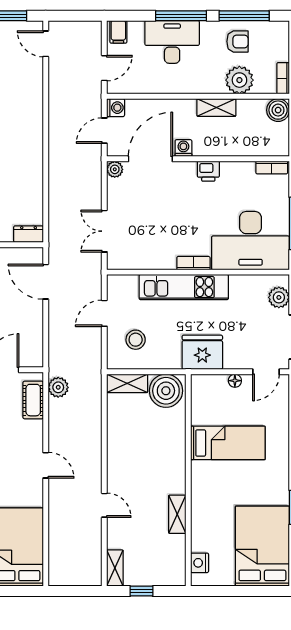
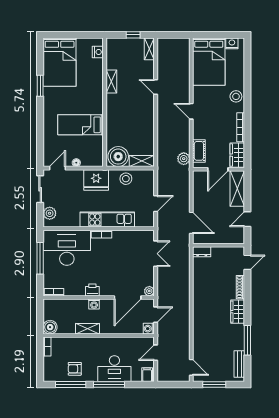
plant: (239, 80) -> (74, 345), removed
washing machine: (183, 148) -> (94, 304), moved
stool: (136, 340) -> (126, 179), moved

